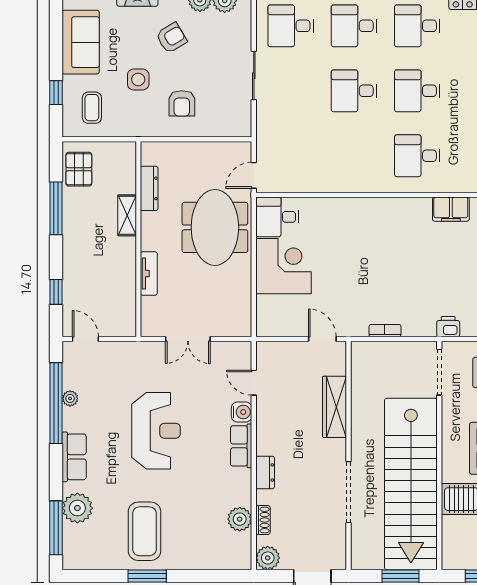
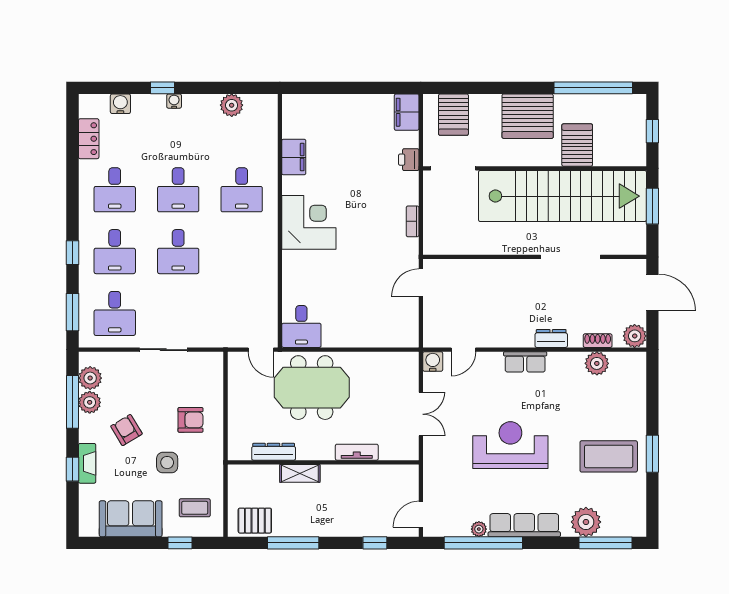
corner desk: (283, 266) -> (309, 222), moved, turned 90
wardrobe: (335, 407) -> (487, 271), removed
water cooler: (242, 412) -> (433, 361), moved
row of seats: (74, 457) -> (524, 525), width x1.48

